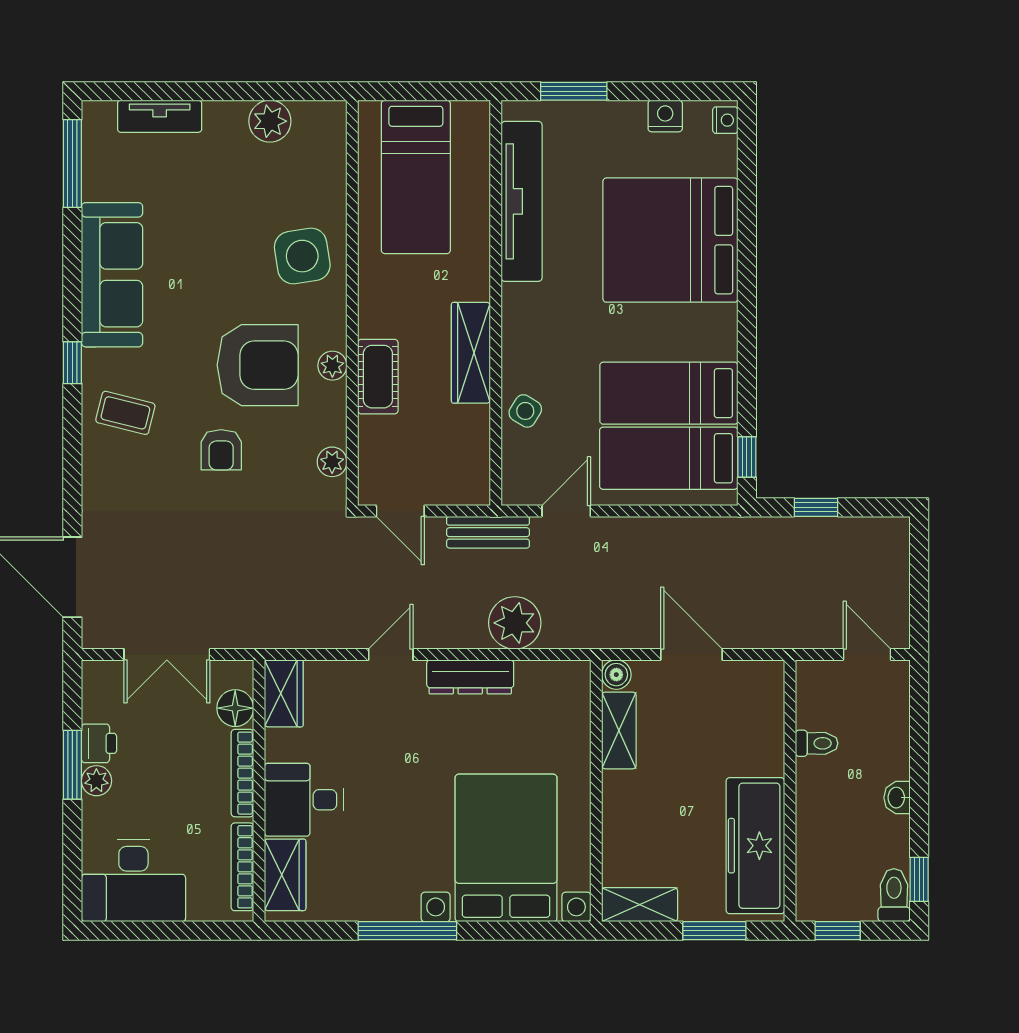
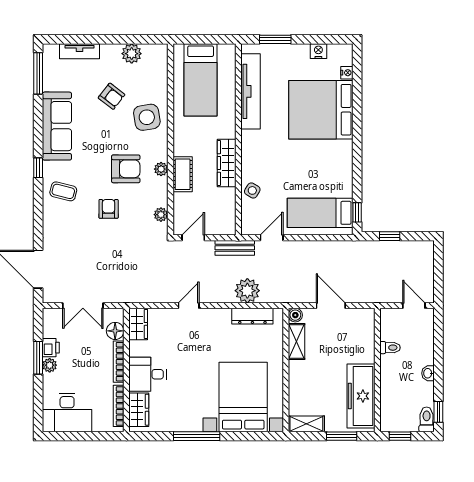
nightstand: (725, 120) -> (347, 73), moved
armchair: (227, 212) -> (112, 96), added
armchair: (258, 365) -> (126, 169), width x0.73, depth x0.73
bed: (669, 393) -> (320, 182), removed
armchair: (221, 450) -> (109, 209), turned 180
door: (400, 511) -> (193, 238), swing flipped
dresser: (470, 677) -> (252, 316), moved

